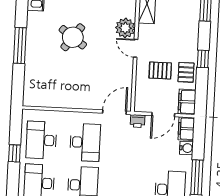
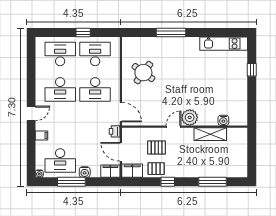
round table: (73, 37) -> (143, 73), moved
pallet: (160, 70) -> (157, 148), turned 90
water cooler: (186, 148) -> (85, 172), moved

